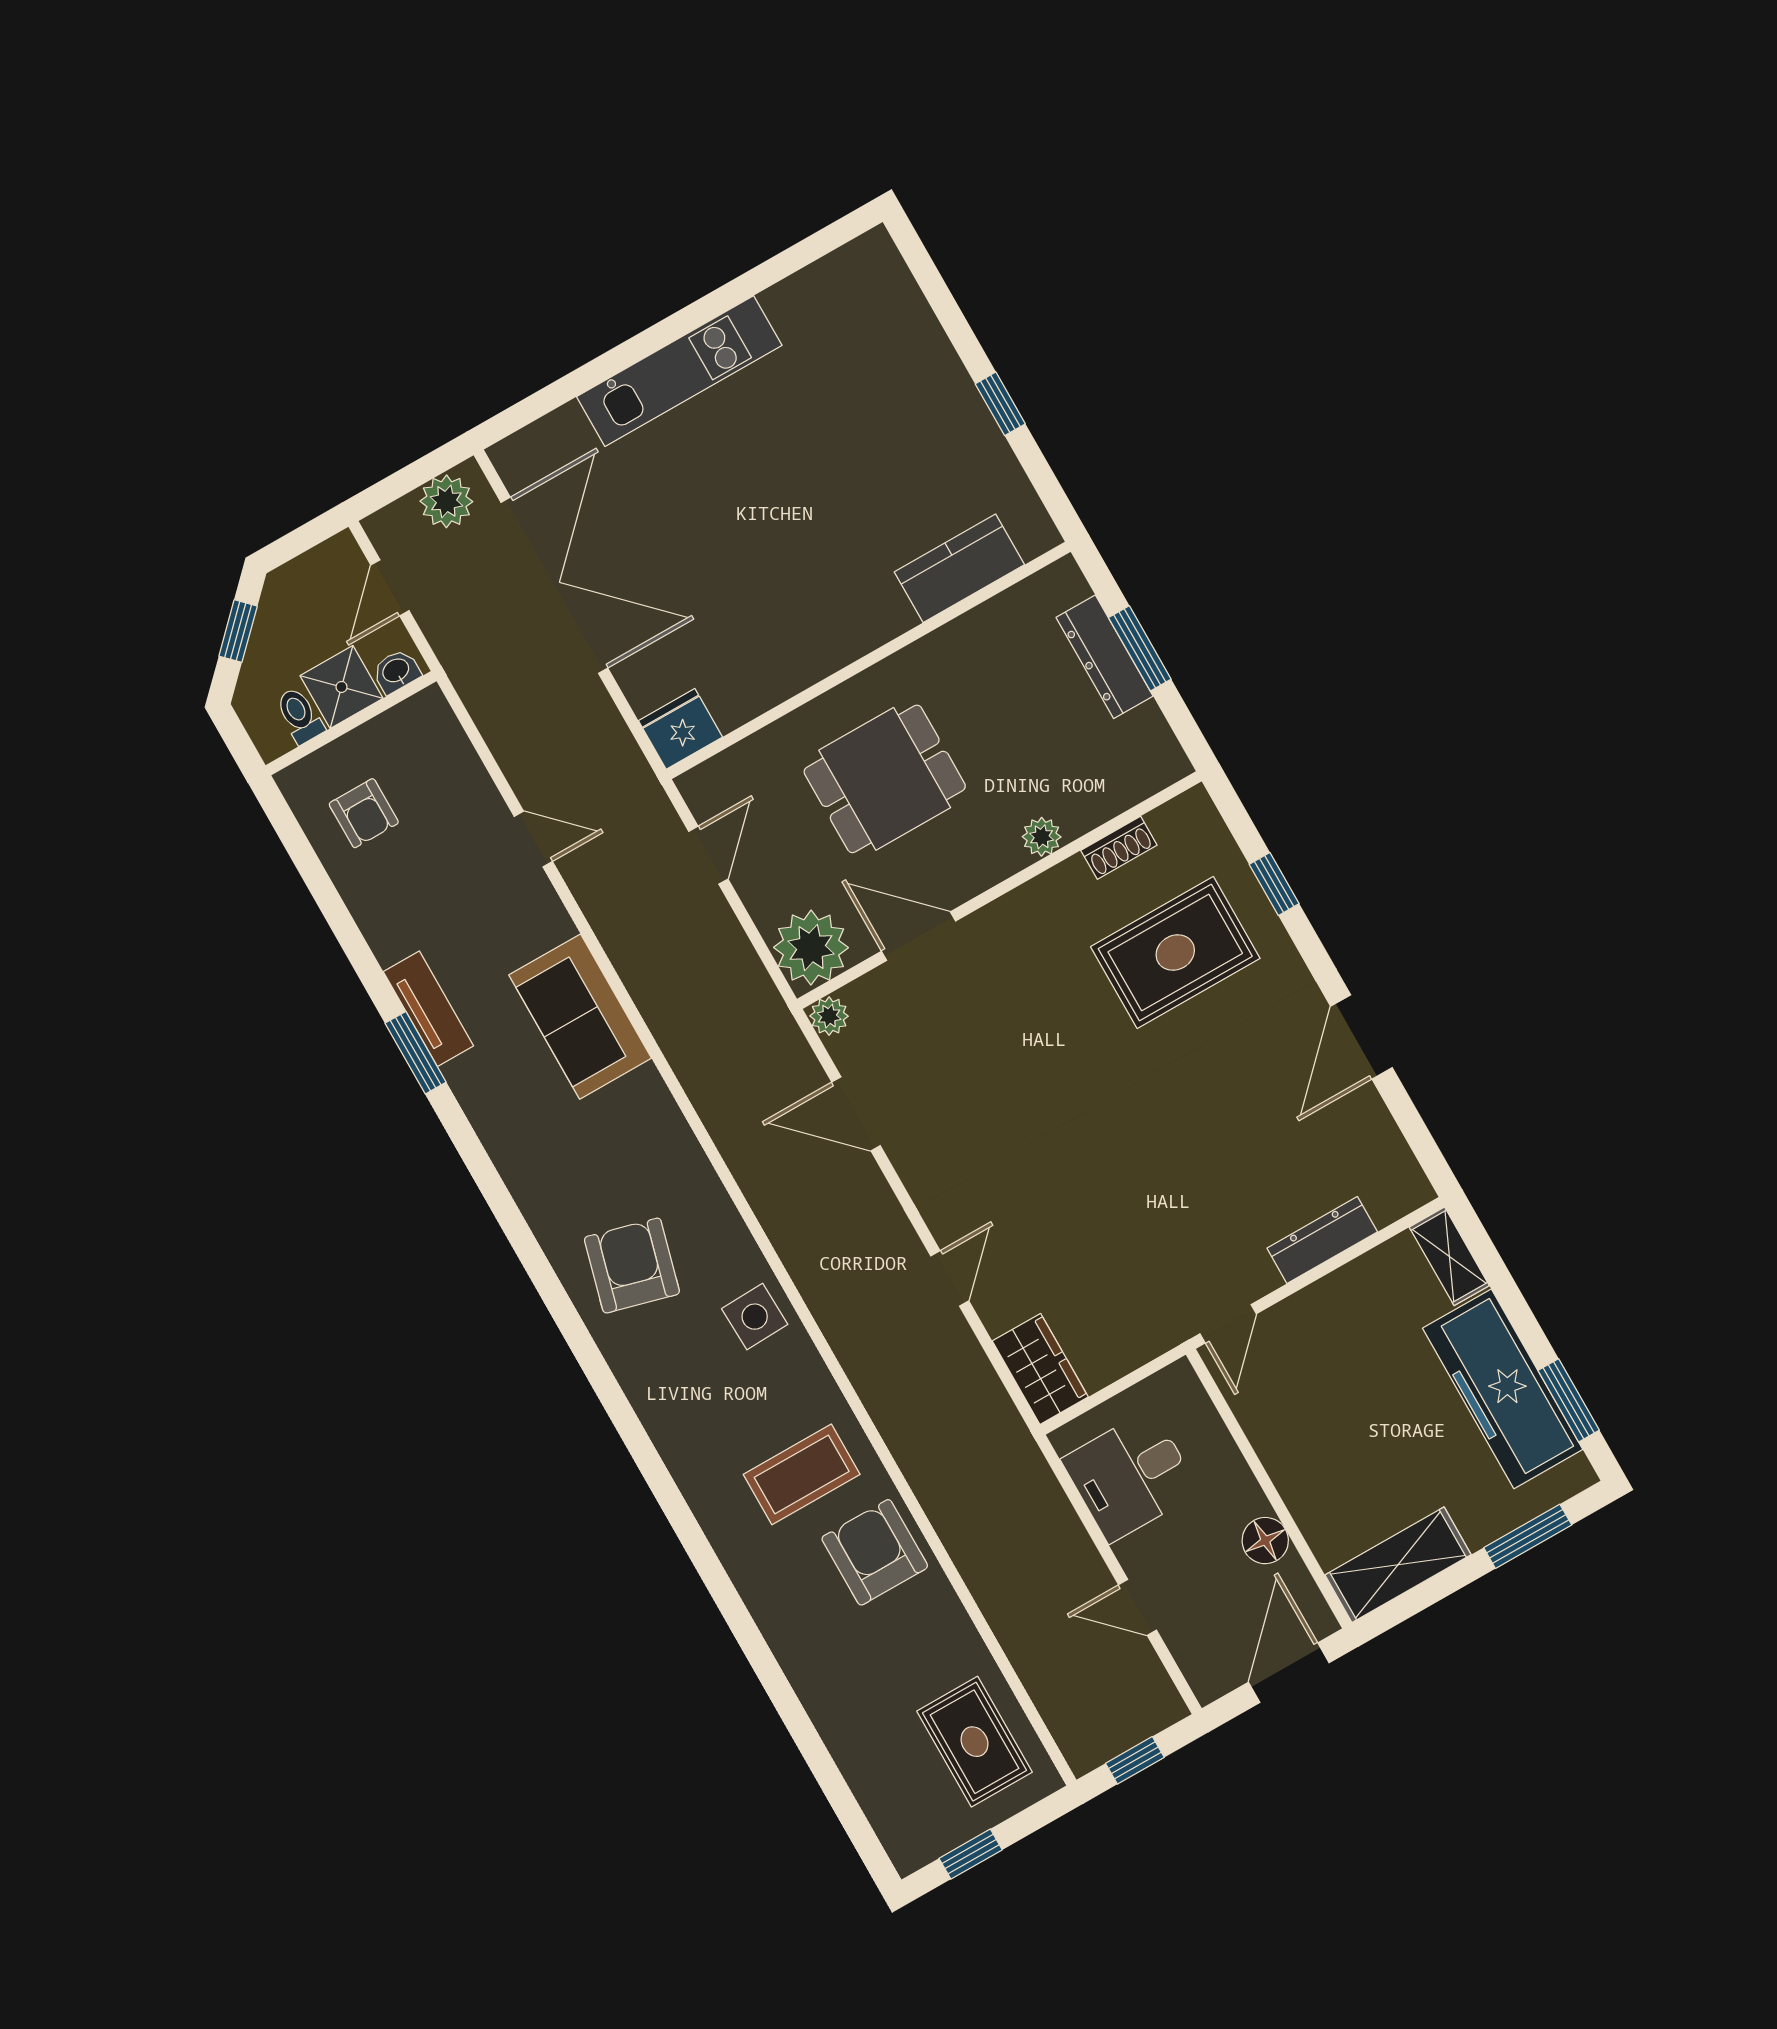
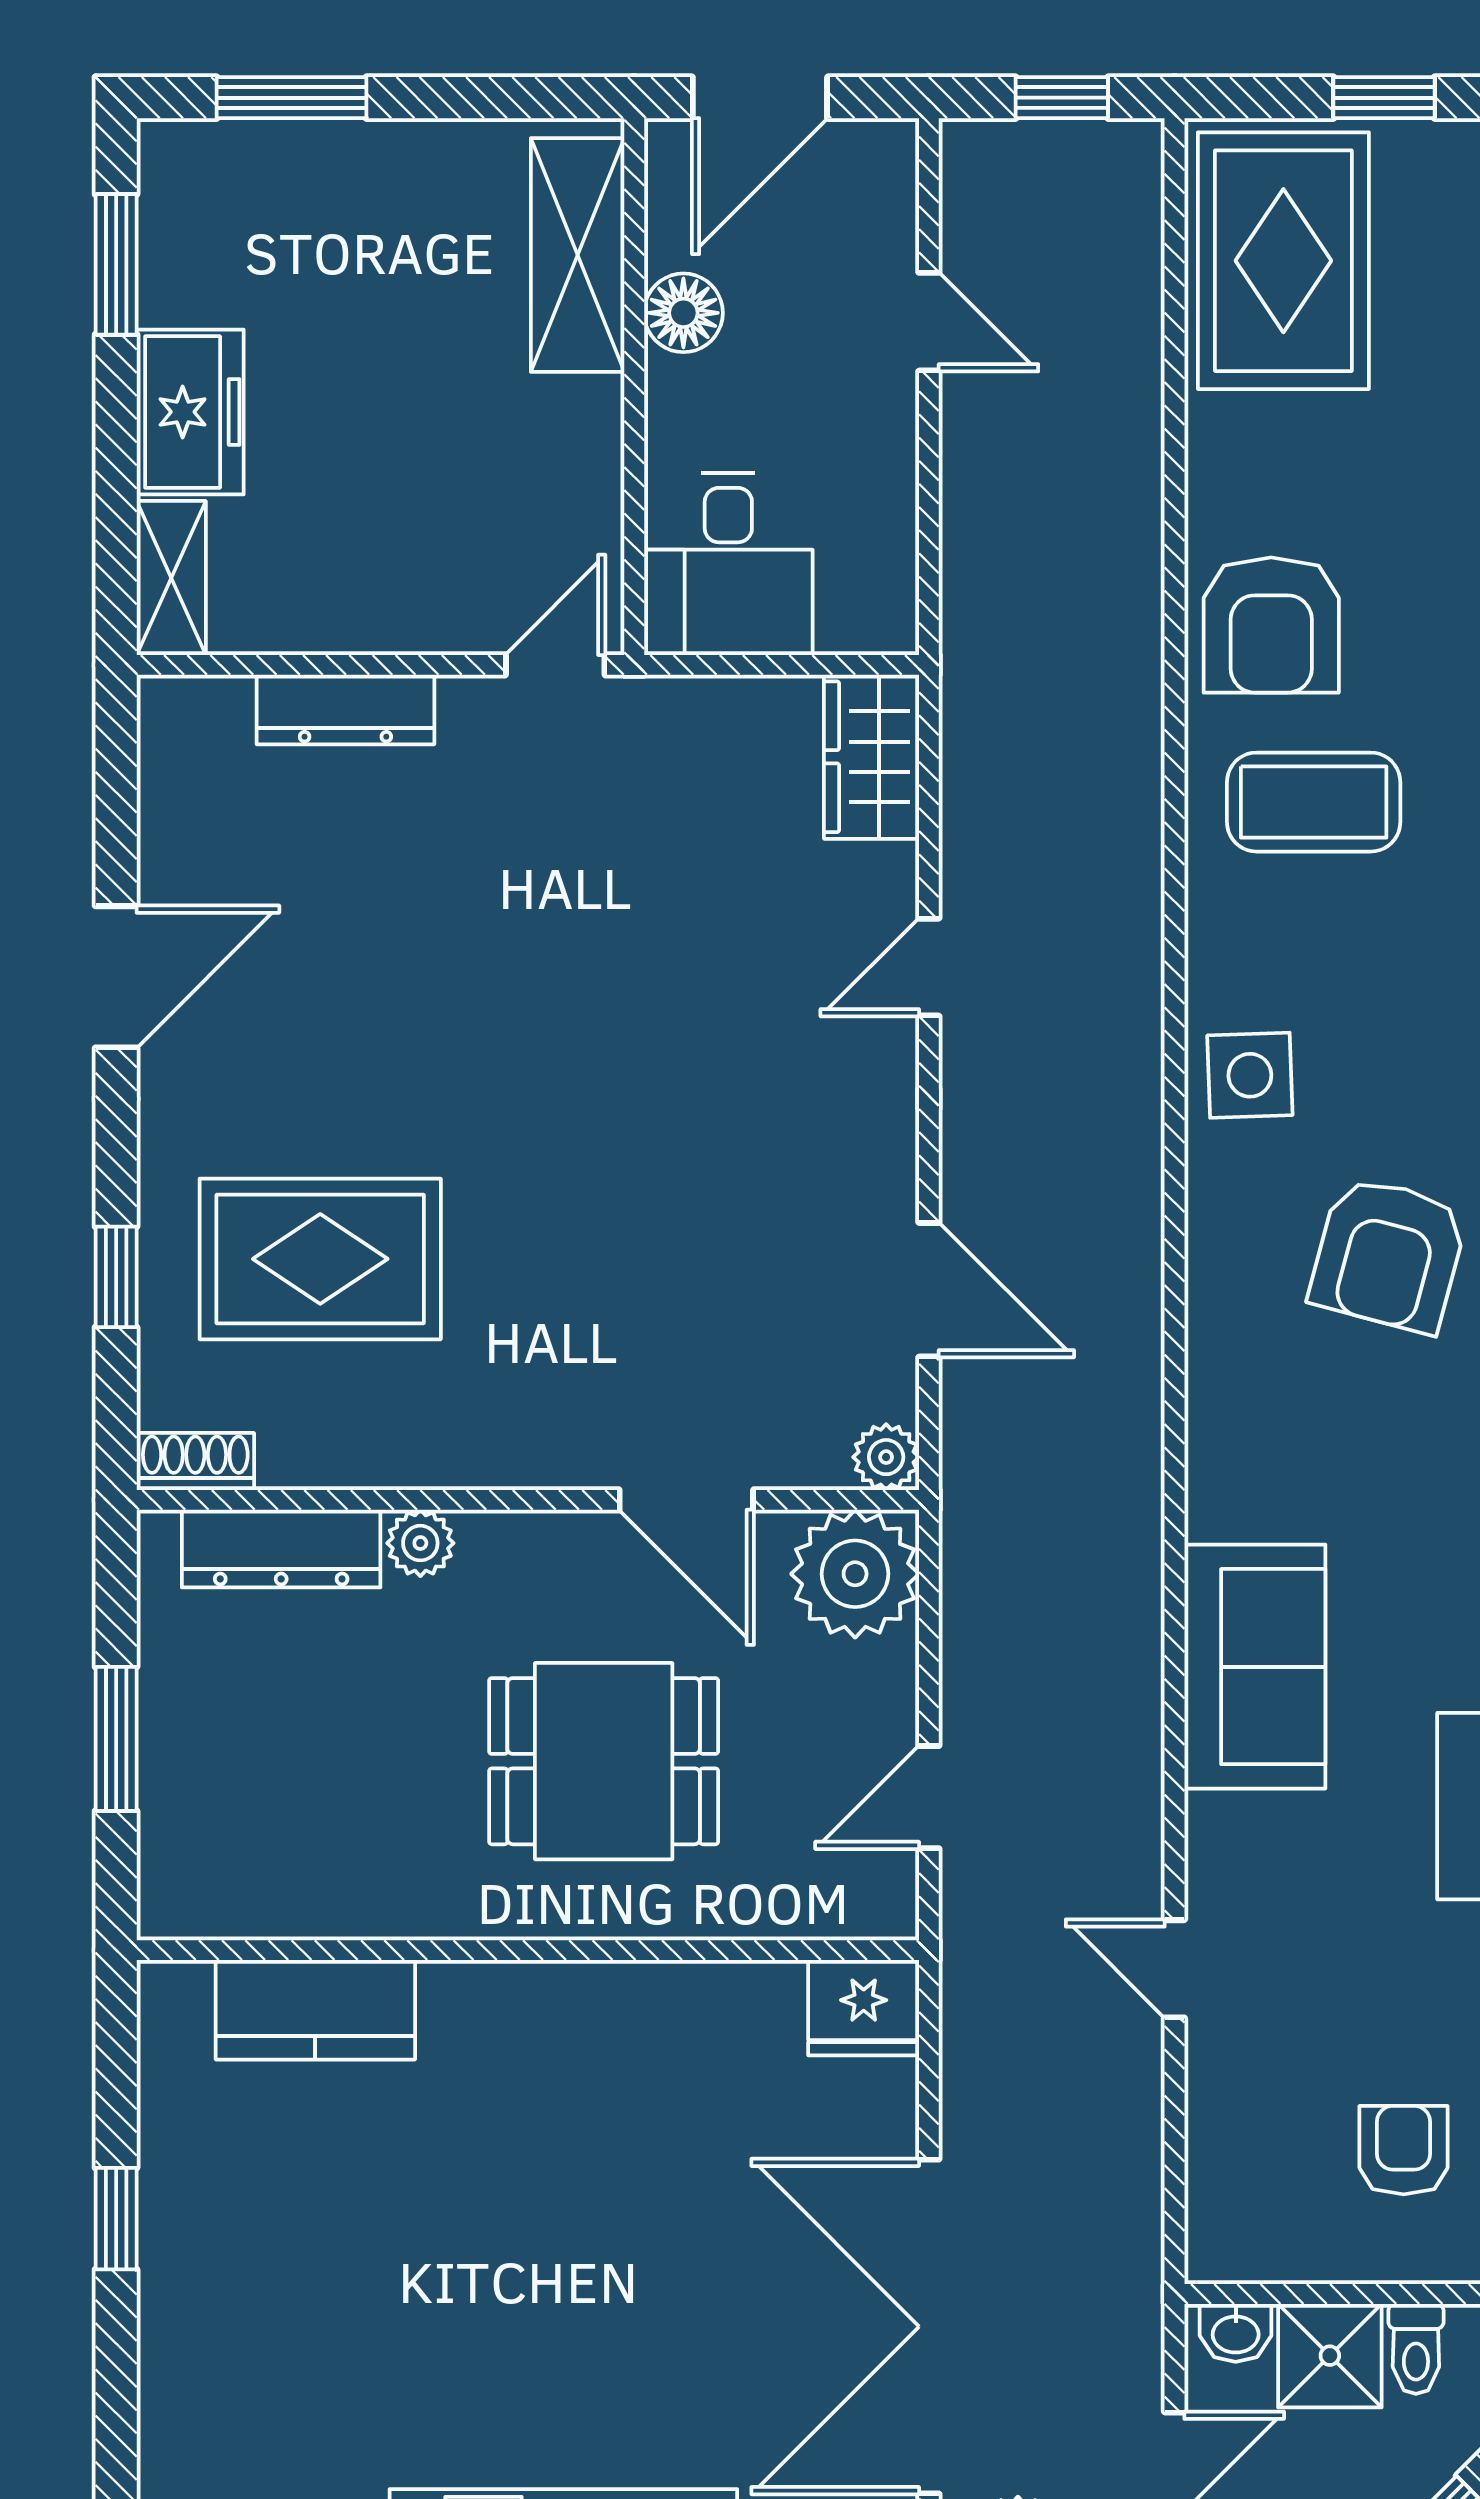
dresser: (1104, 657) -> (281, 1549), moved, turned 90
shoe rack: (1119, 848) -> (195, 1462), moved
freezer: (1503, 1389) -> (190, 412), width x0.52, depth x0.79
desk: (1130, 1476) -> (728, 564), moved, turned 90
shelving: (1398, 1565) -> (578, 255), moved, turned 90
rug: (974, 1742) -> (1283, 261), width x1.36, depth x1.43

